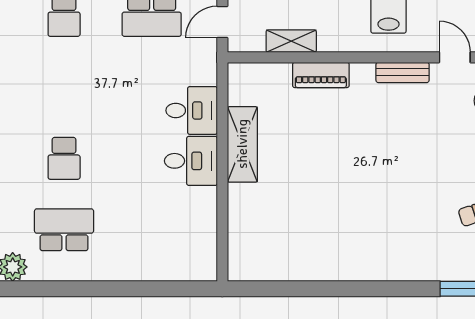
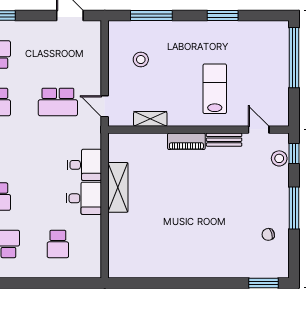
door: (222, 22) -> (105, 106), hinge flipped
piano: (321, 75) -> (186, 141), moved
school desk: (152, 230) -> (58, 244), added

